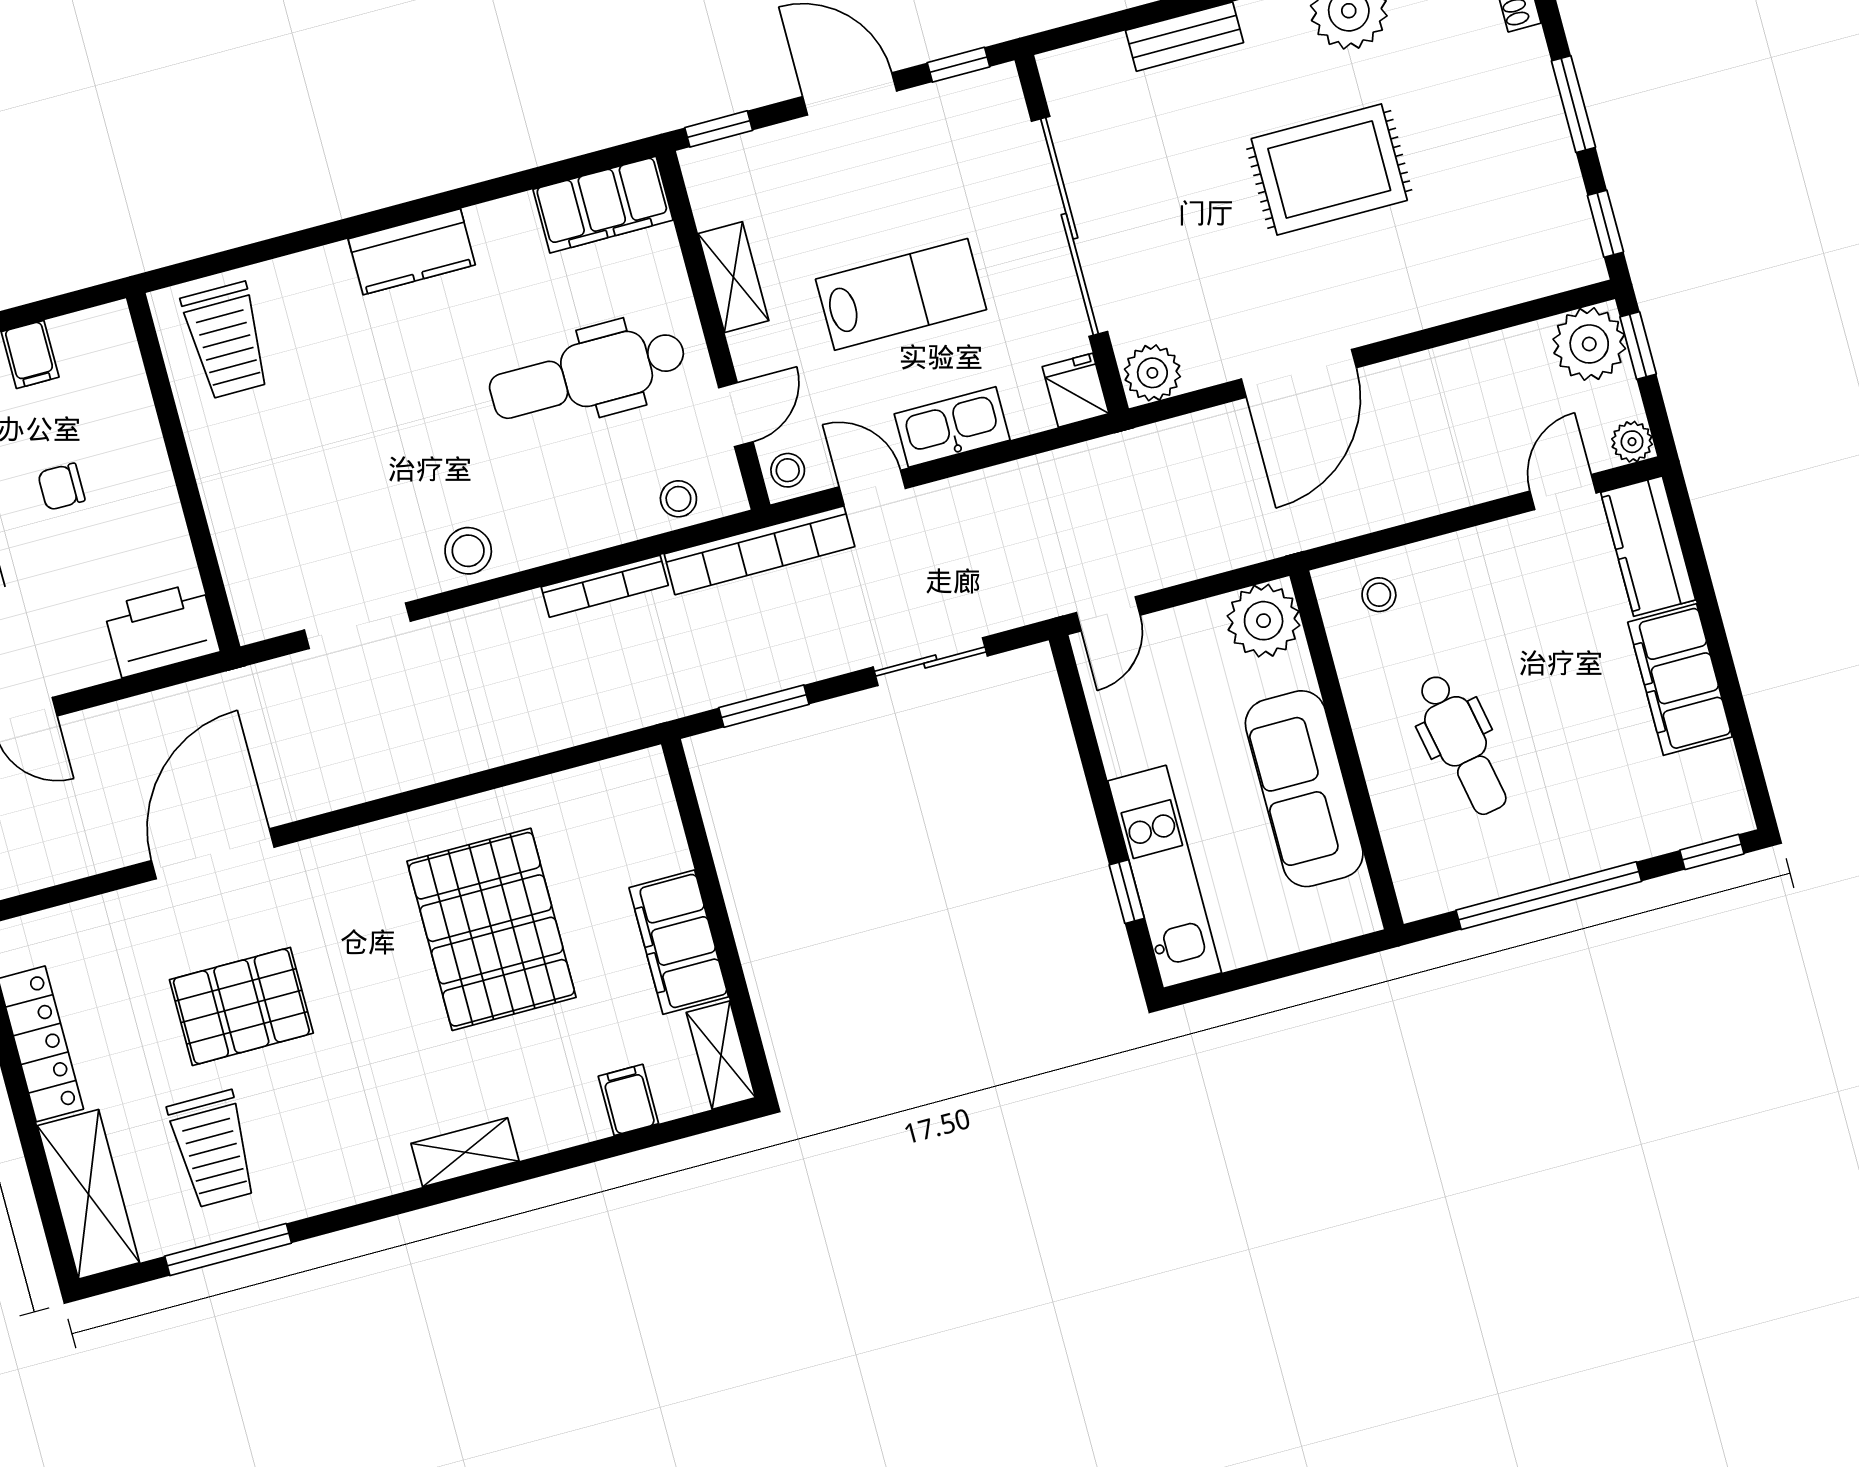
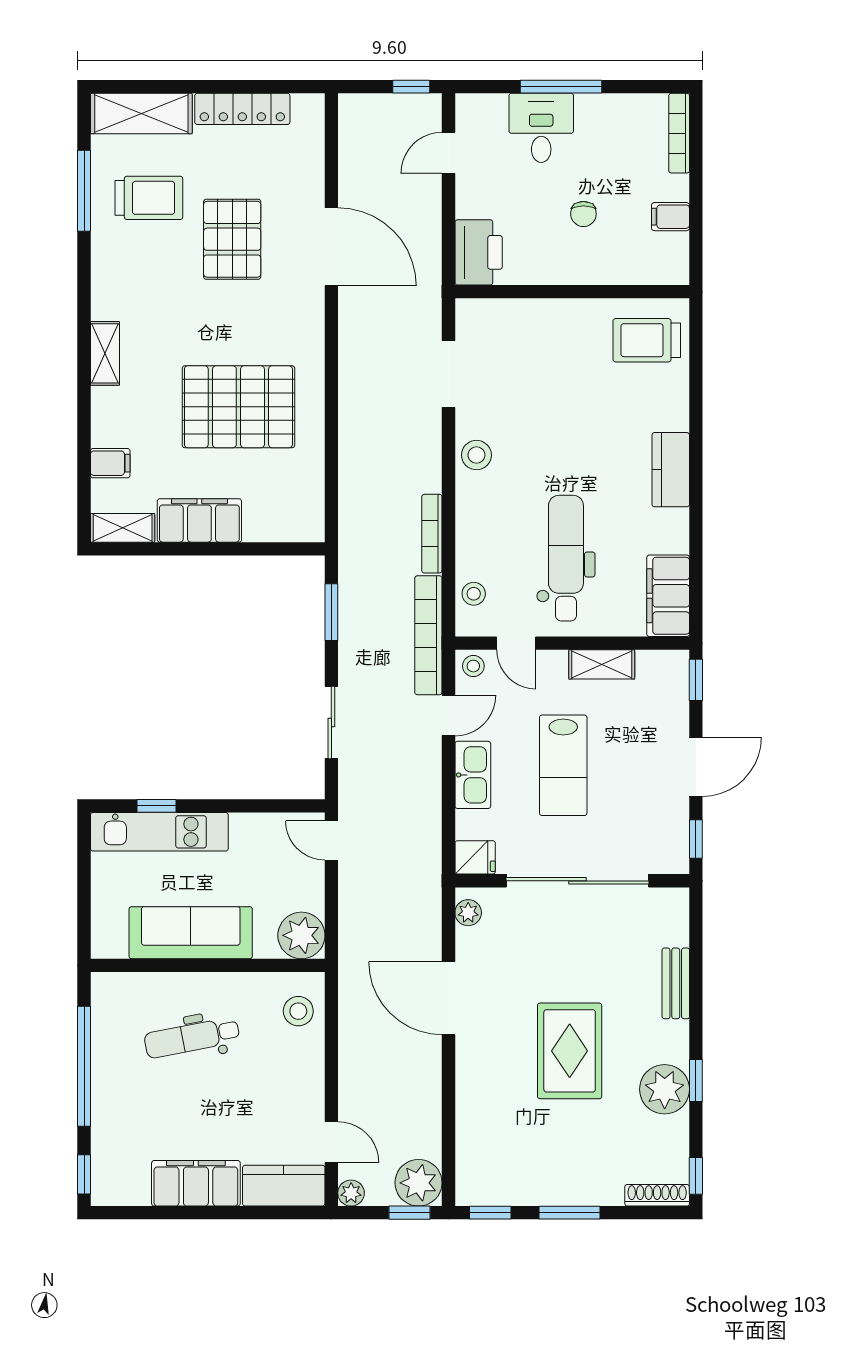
plant: (1152, 373) -> (468, 913), width x0.73, depth x0.73
chair: (61, 487) -> (583, 214), turned 180
stool: (1379, 595) -> (298, 1011), width x1.37, depth x1.37
trolley: (213, 1149) -> (149, 198), turned 180

